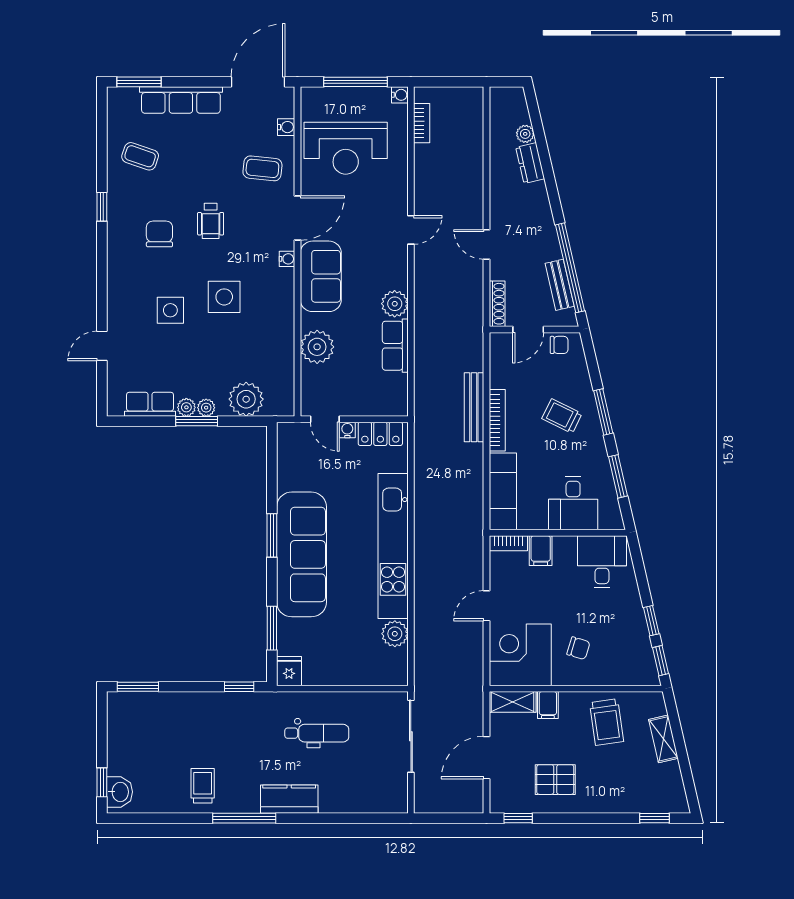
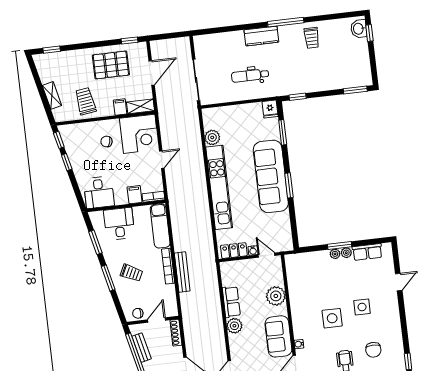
plant: (246, 399) -> (313, 261), removed
pallet: (555, 780) -> (111, 65), width x1.50, depth x1.42

